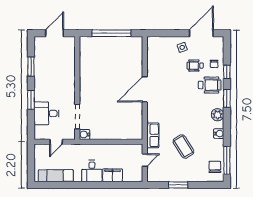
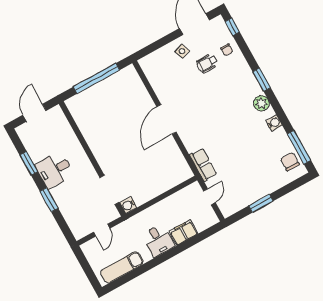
window: (227, 72) -> (232, 27), moved
wheelchair: (210, 85) -> (235, 76), removed
desk: (46, 113) -> (55, 170), moved
coffee table: (183, 146) -> (243, 158), removed

